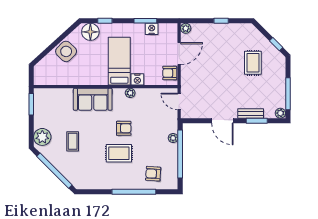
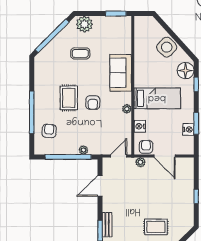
plant: (186, 28) -> (140, 162), moved
nightstand: (137, 79) -> (140, 126), moved
door: (222, 121) -> (100, 186), moved

